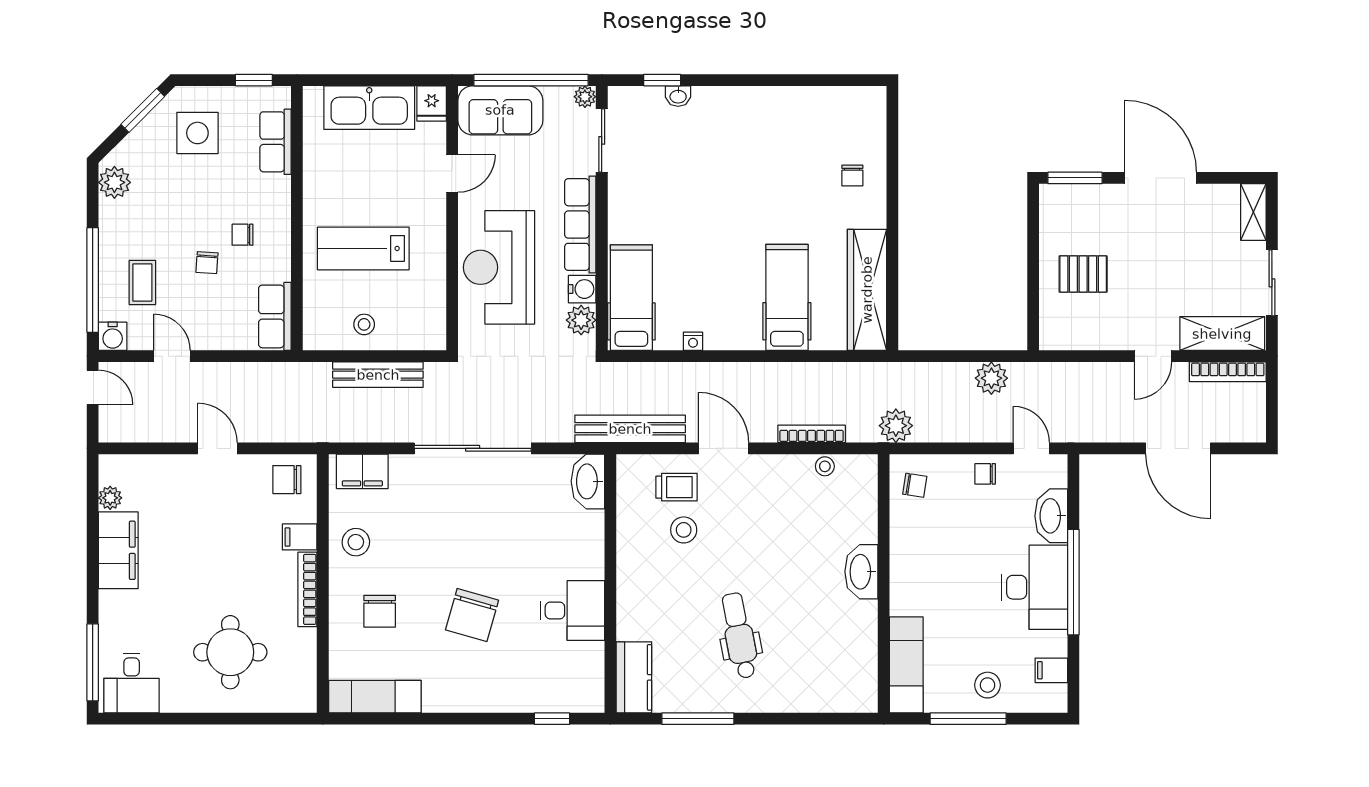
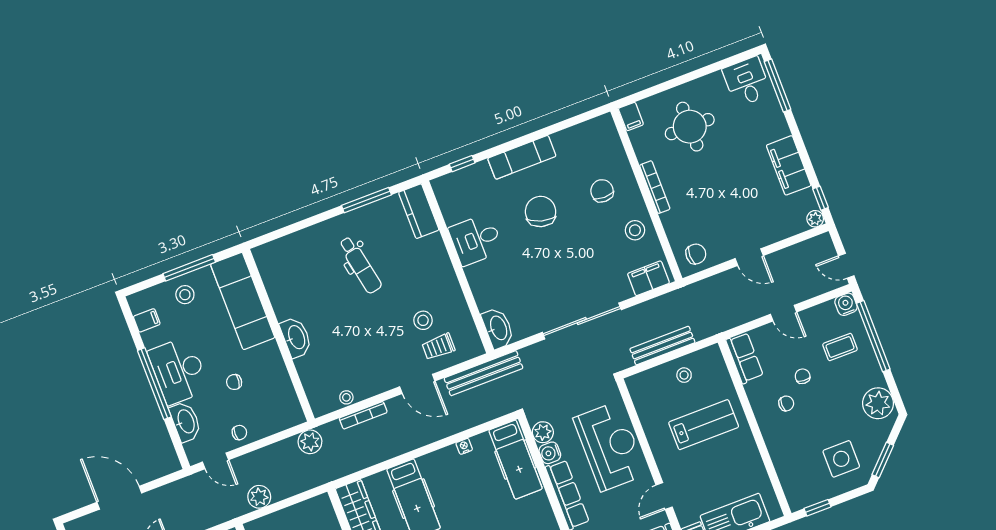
row of seats: (275, 142) -> (788, 473), removed
plant: (114, 182) -> (878, 403), width x1.36, depth x1.36
coffee table: (142, 283) -> (840, 347), turned 90
door: (172, 356) -> (784, 313), moved
chair: (915, 485) -> (234, 382), moved
window: (93, 491) -> (820, 198), added
plant: (110, 498) -> (815, 219), moved
filing cabinet: (300, 537) -> (631, 116), moved, turned 90
exam couch: (906, 665) -> (243, 301), width x1.36, depth x1.45
exam couch: (375, 697) -> (522, 157), moved

